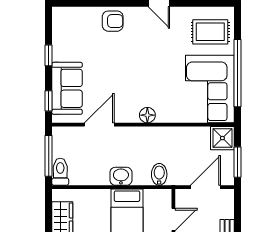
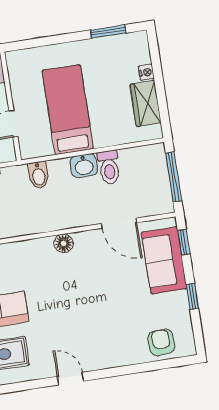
armchair: (113, 21) -> (161, 342), moved, turned 87
door: (99, 125) -> (119, 223), hinge flipped
toilet: (60, 172) -> (109, 167), moved

